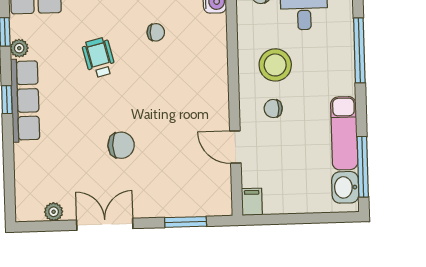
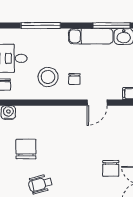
chair: (156, 32) -> (26, 149), width x1.87, depth x1.87
chair: (121, 145) -> (111, 168), moved, turned 180

